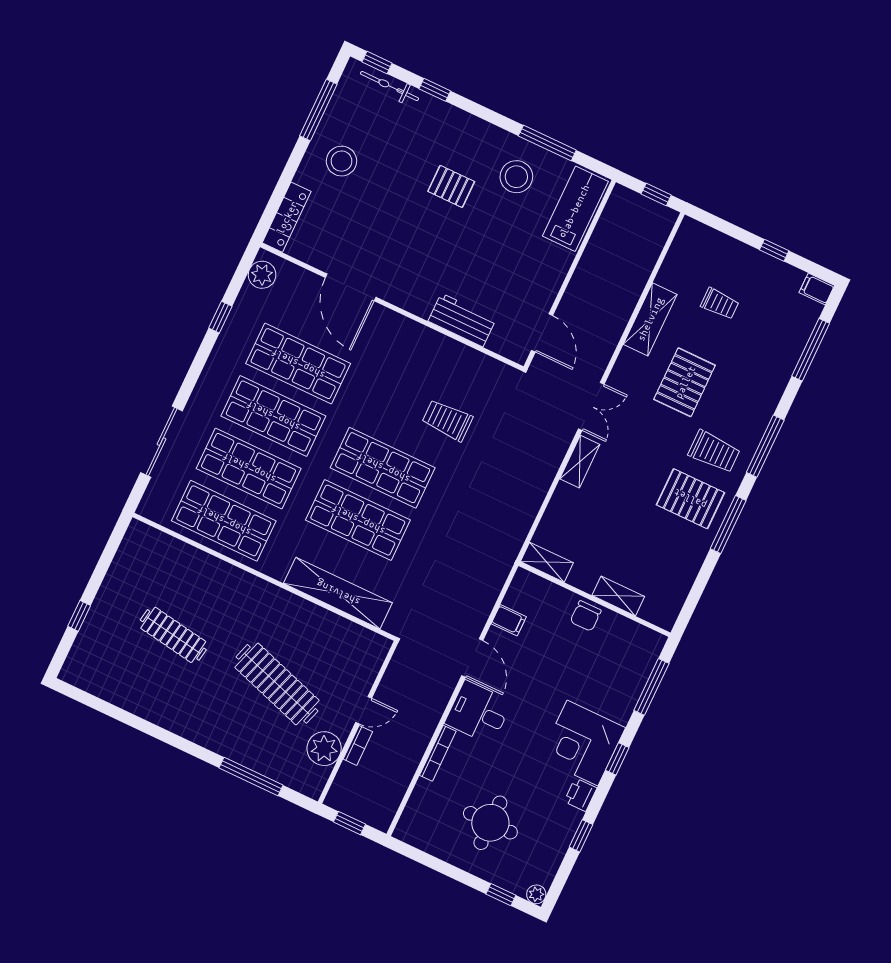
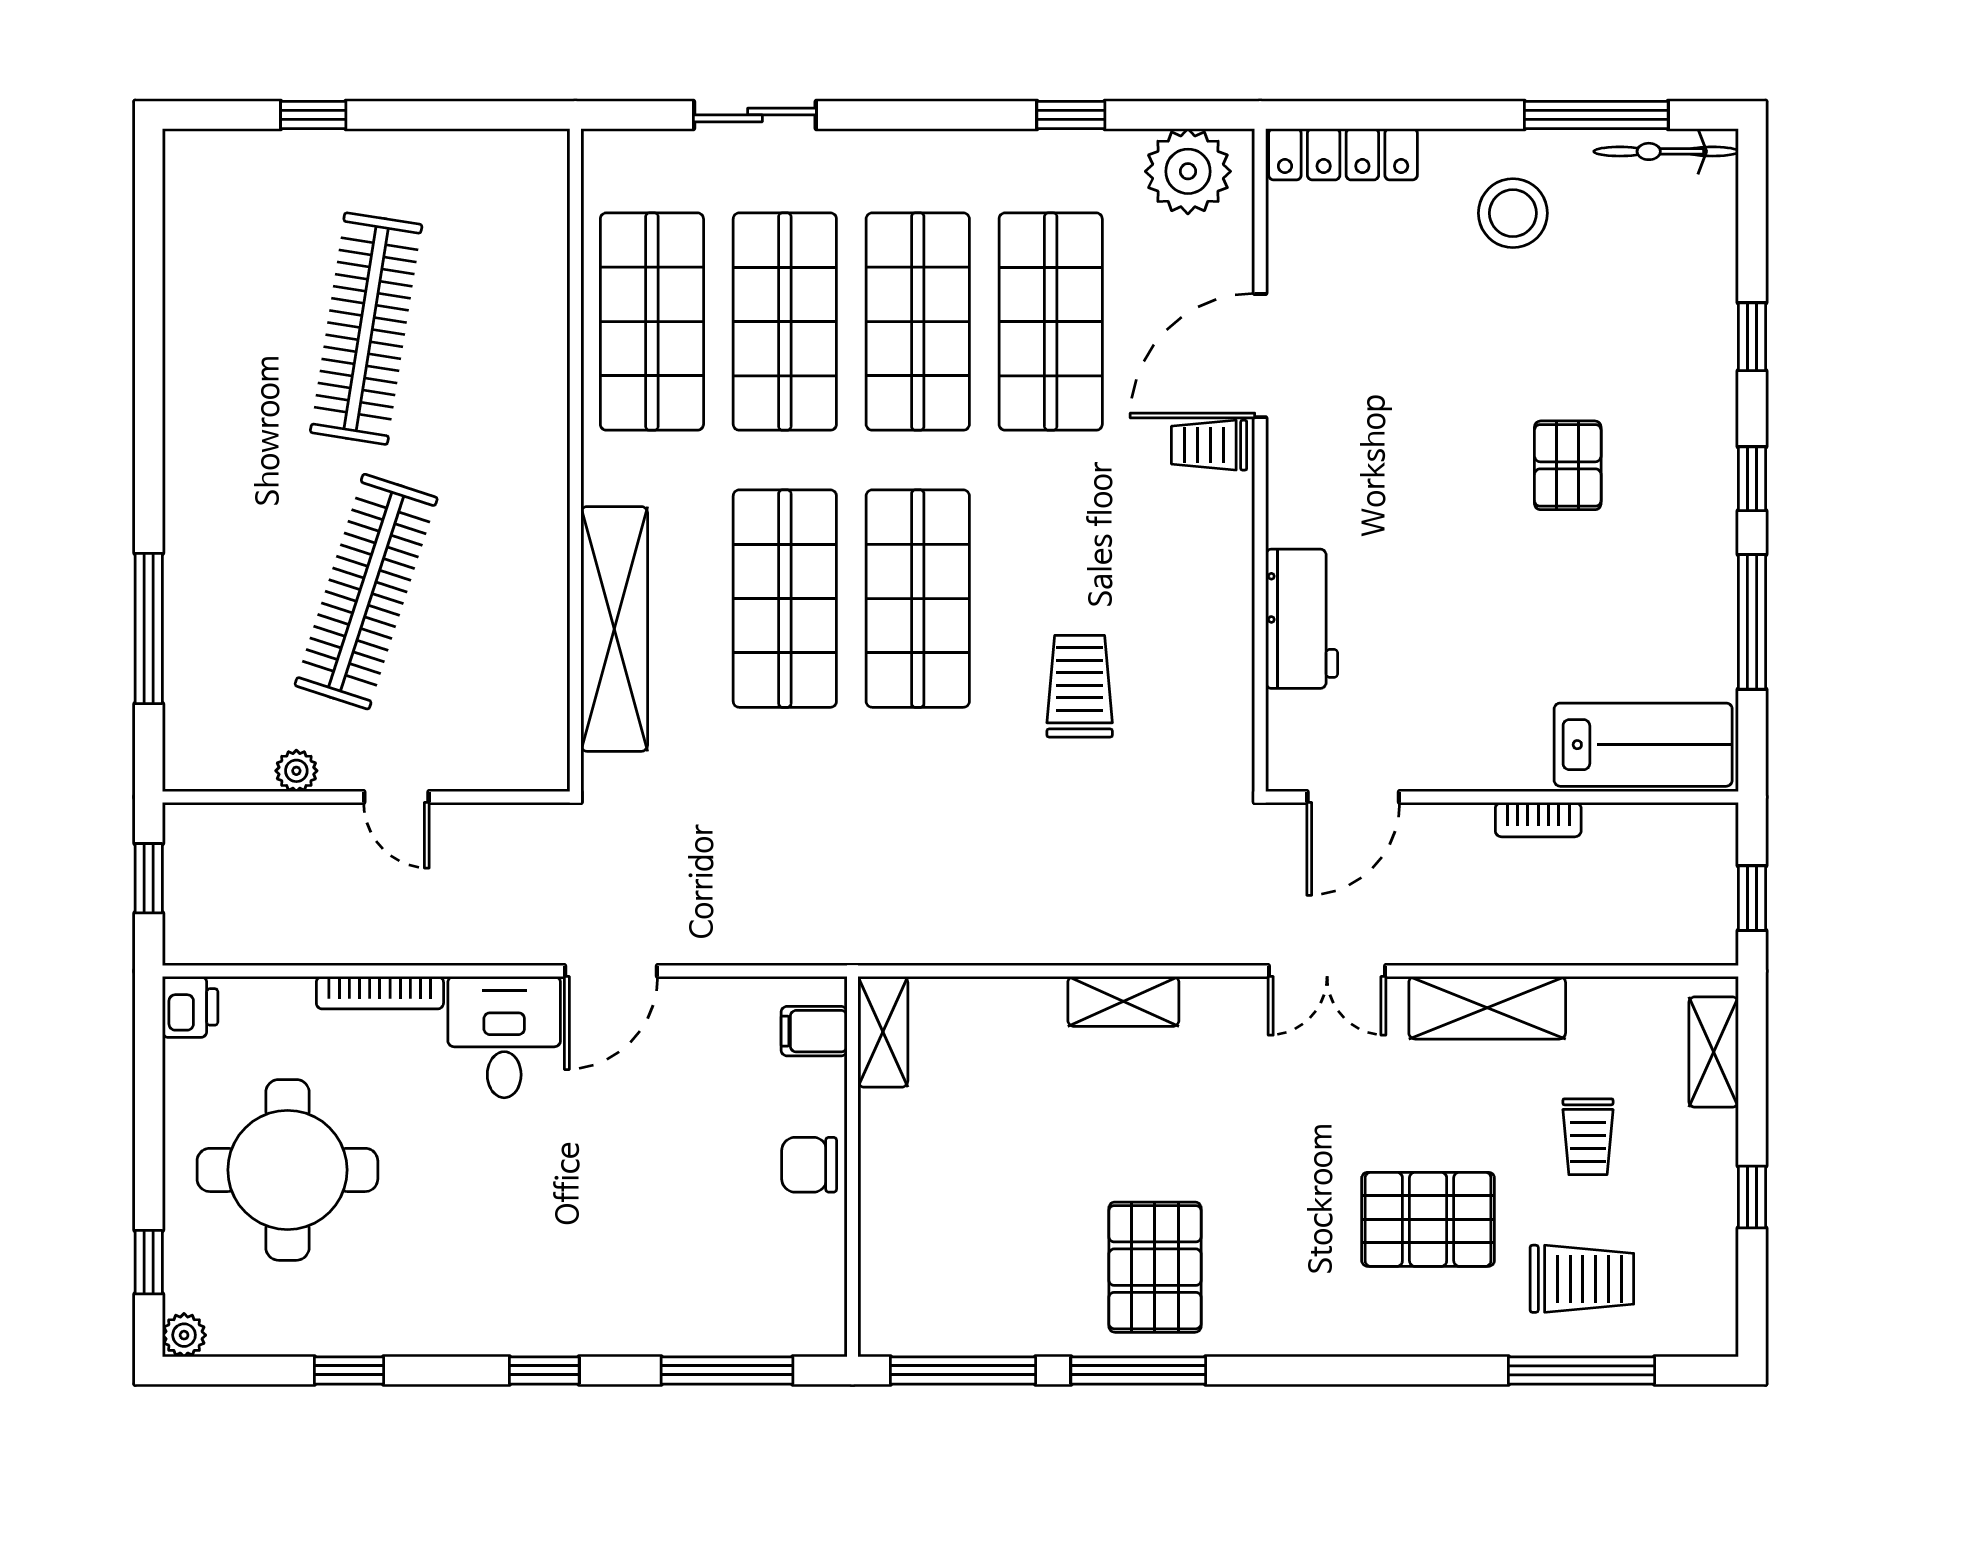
window: (377, 62) -> (1752, 479), moved
bicycle: (390, 86) -> (1666, 151), moved, turned -90
stool: (516, 177) -> (1652, 591), removed
plant: (262, 275) -> (1188, 171), width x1.36, depth x1.36
filing cabinet: (817, 289) -> (1713, 1323), removed
trolley: (376, 324) -> (1209, 445), added
pallet: (685, 382) -> (1428, 1219), moved
double door: (591, 406) -> (1327, 971), moved
sliding door: (161, 442) -> (755, 115), width x0.73
window: (765, 446) -> (963, 1370), moved
trolley: (714, 452) -> (1582, 1279), moved, turned -90
shelving: (618, 596) -> (1714, 1052), moved
filing cabinet: (509, 620) -> (814, 1031), moved, turned 90
clothes rail: (173, 635) -> (366, 329), width x1.37, depth x1.31
corner desk: (582, 743) -> (543, 1283), removed
bookcase: (358, 745) -> (1538, 820), moved
plant: (324, 749) -> (296, 771), width x0.53, depth x0.53
printer: (580, 795) -> (190, 1007), moved, turned 90
round table: (490, 823) -> (287, 1170), width x1.36, depth x1.36

